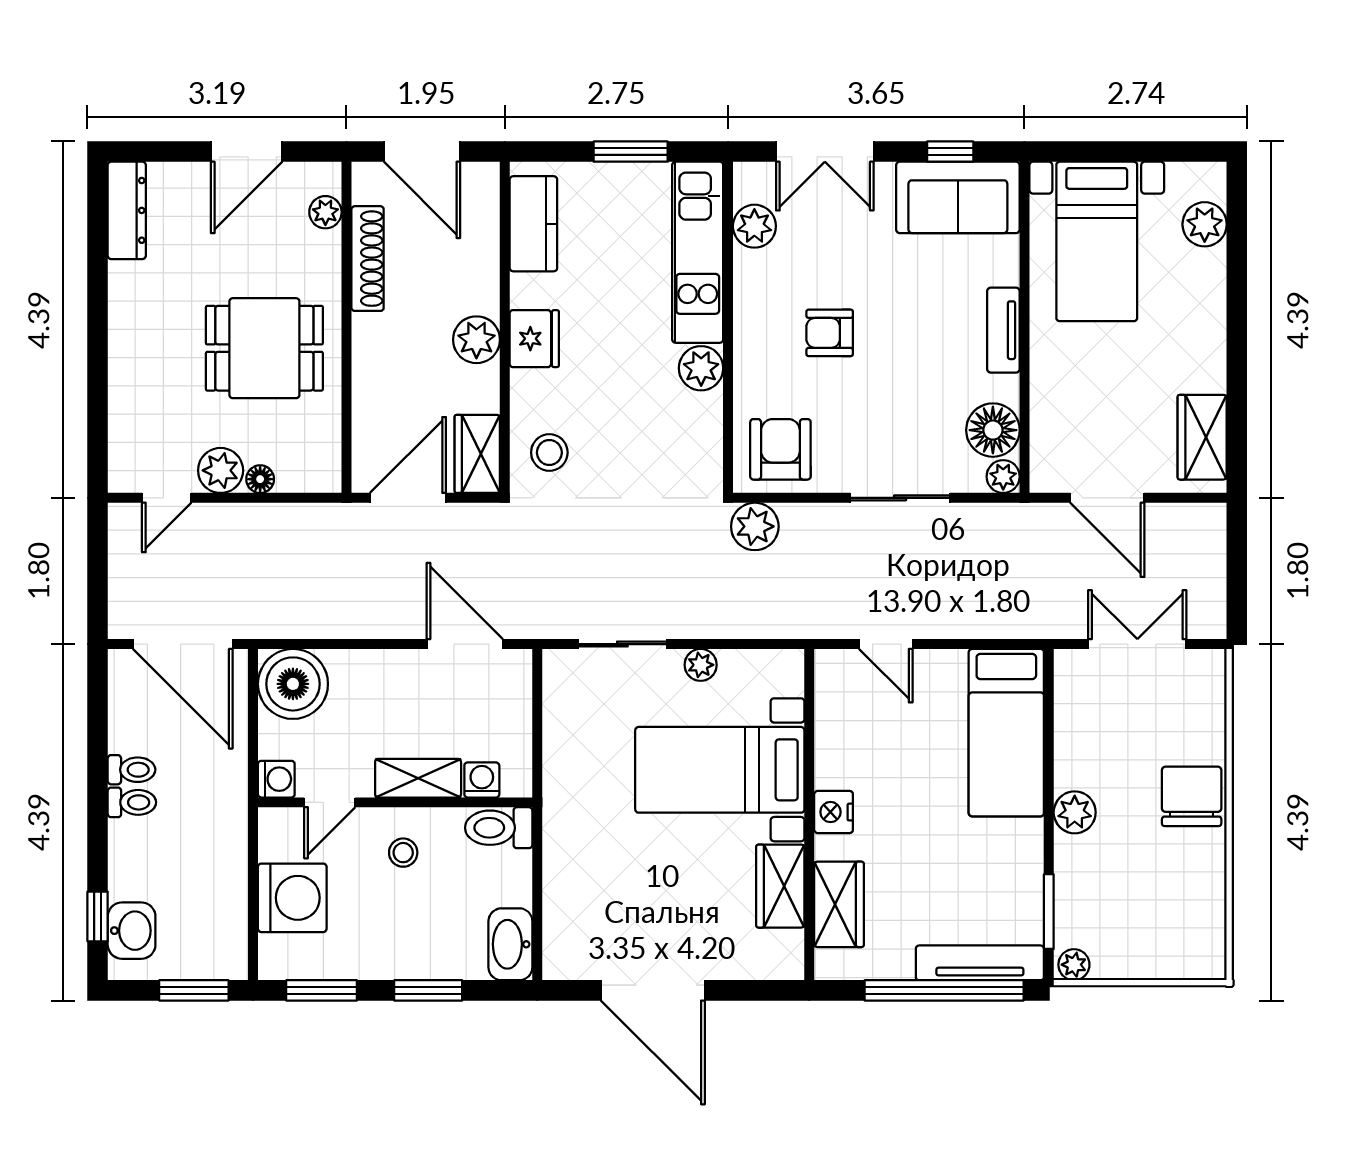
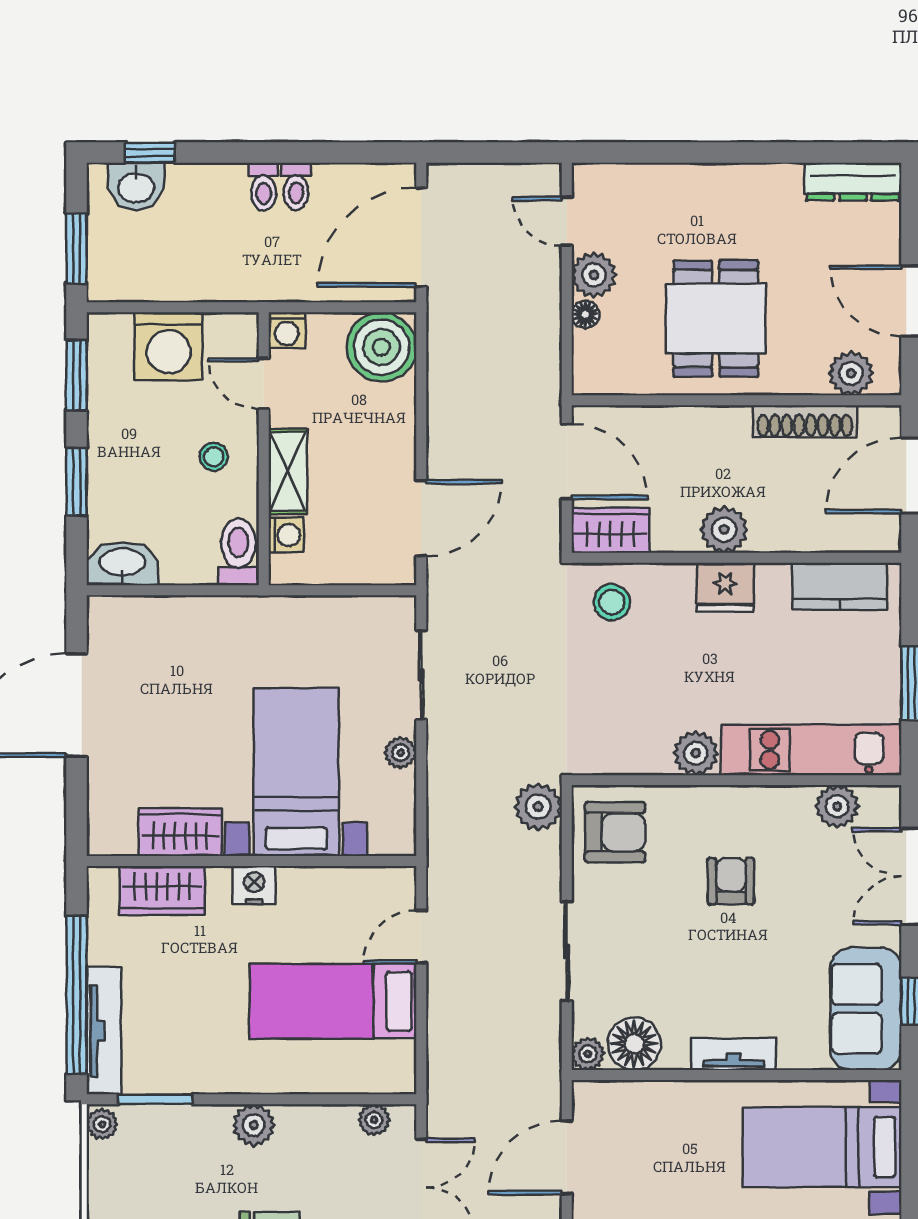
plant: (325, 212) -> (851, 373), width x1.38, depth x1.38
plant: (1069, 691) -> (374, 1120), added
bed: (1006, 733) -> (333, 1001), moved

